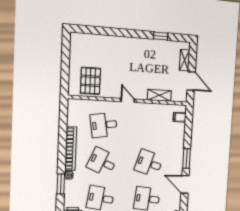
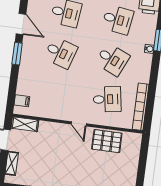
pallet: (90, 81) -> (107, 141), moved, turned 90
shelving: (159, 95) -> (25, 124), moved
bookcase: (71, 149) -> (141, 107), moved

